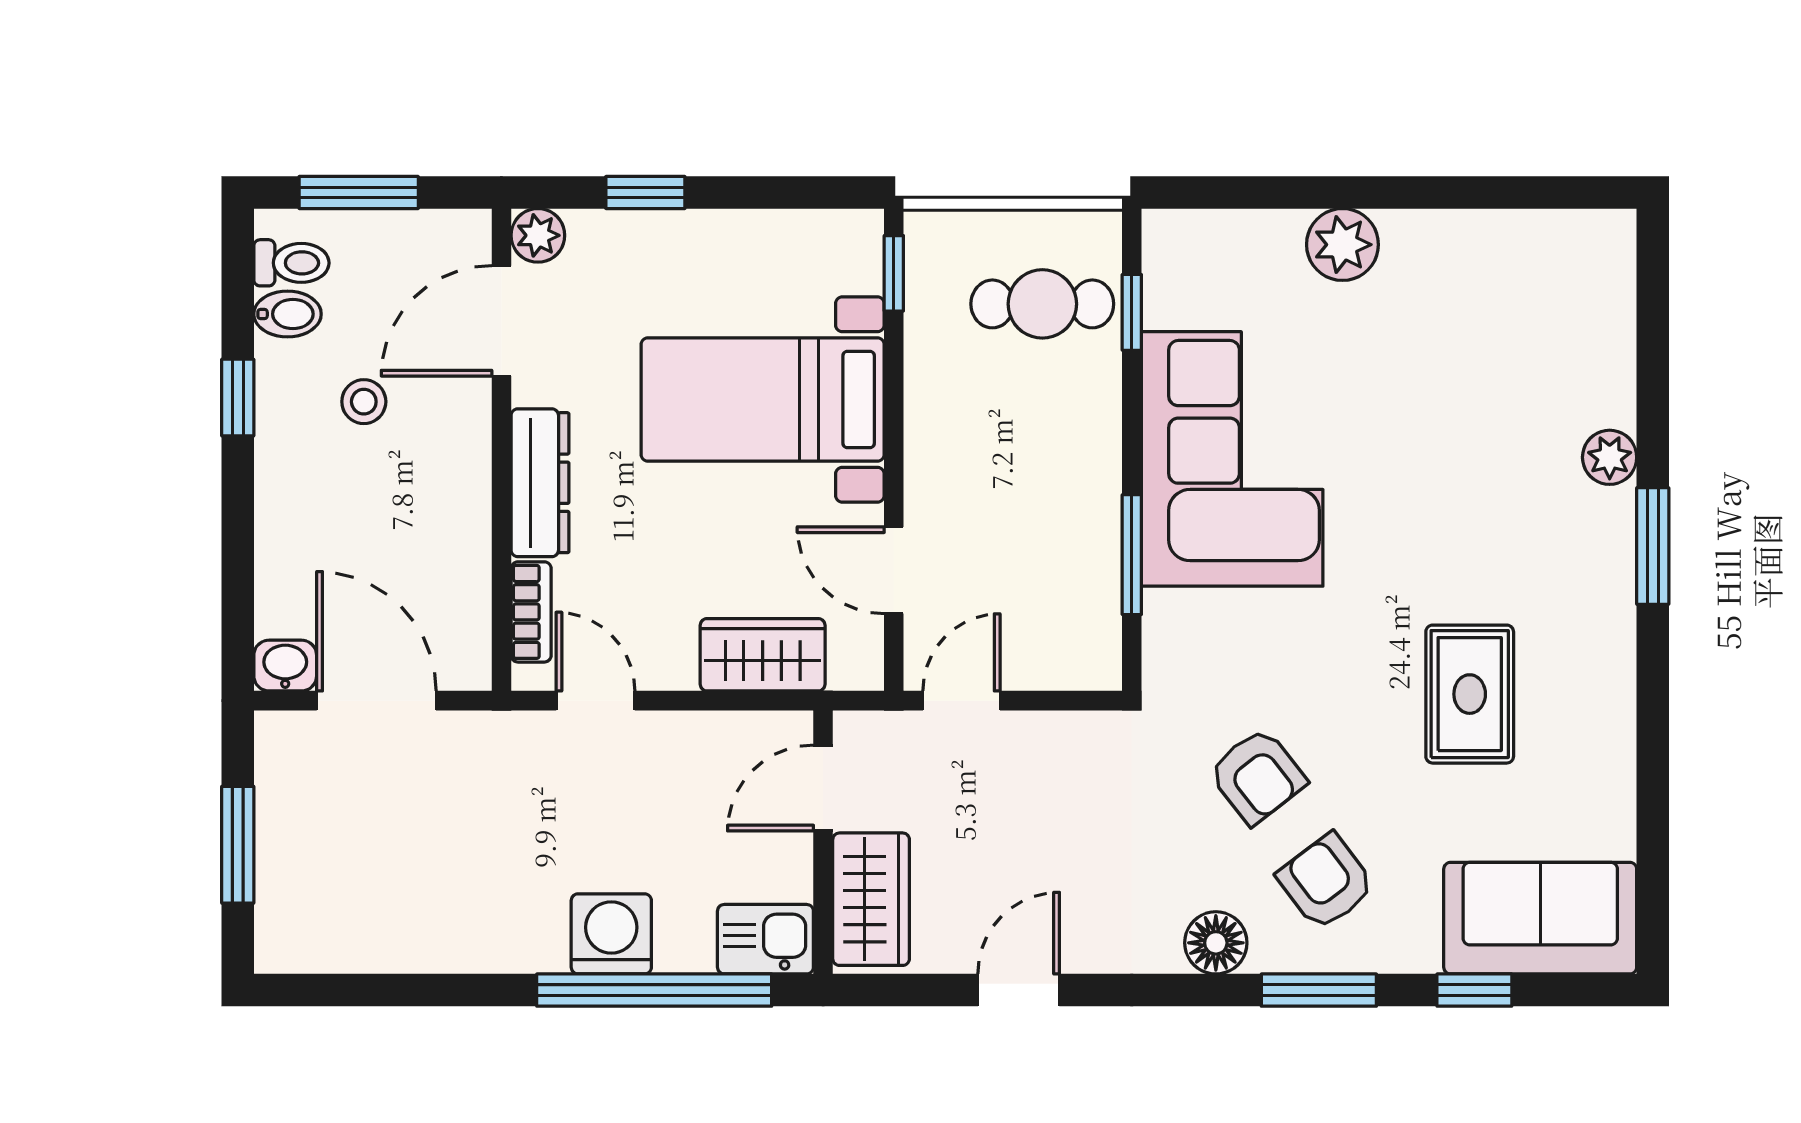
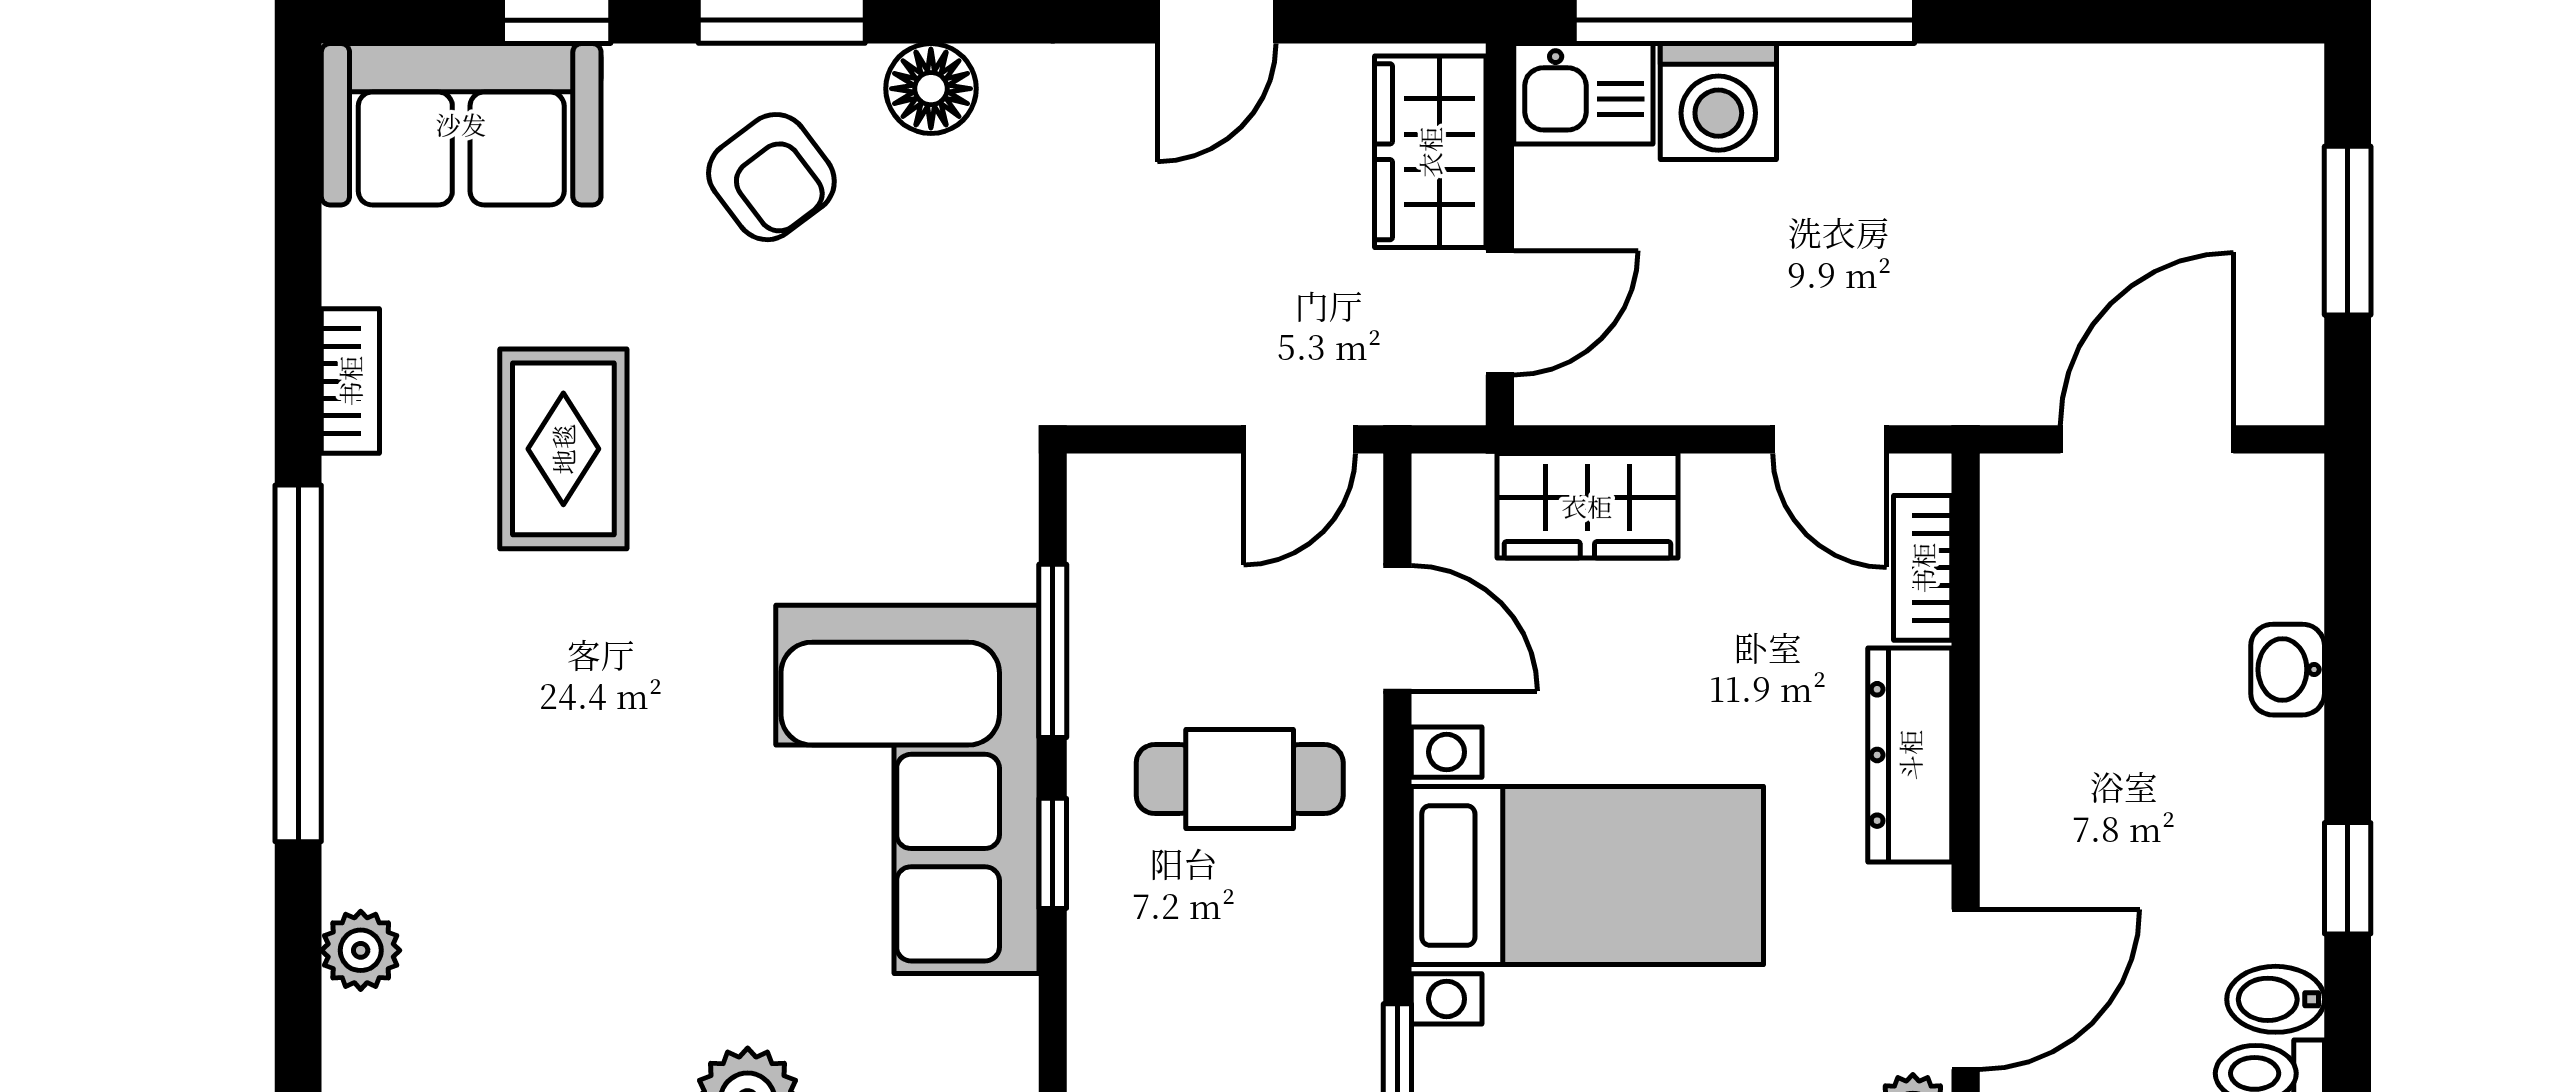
cafe table: (1042, 304) -> (1240, 779), moved
window: (1132, 312) -> (1053, 853), moved
stool: (364, 402) -> (2165, 872), removed
plant: (1610, 457) -> (361, 950), moved
window: (1653, 546) -> (298, 663), width x2.11
washbasin: (285, 666) -> (2288, 670), moved, turned 90
door: (376, 701) -> (2147, 439), swing flipped
bookcase: (1617, 741) -> (350, 381), added
armchair: (1257, 776) -> (871, 330), removed
washing machine: (611, 934) -> (1718, 102), moved

